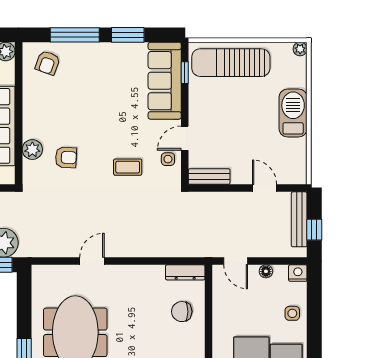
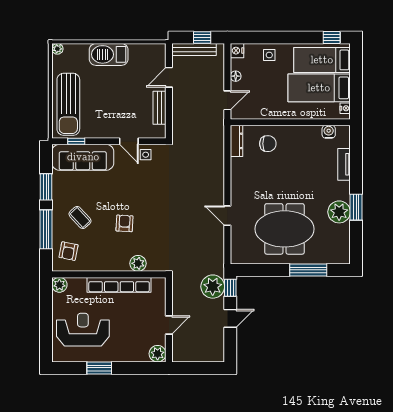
armchair: (48, 63) -> (68, 251), turned 81
armchair: (66, 157) -> (124, 223), moved
coffee table: (128, 167) -> (80, 217), moved, turned -43
bench: (209, 177) -> (160, 108), moved
chair: (182, 312) -> (268, 144), turned -90

